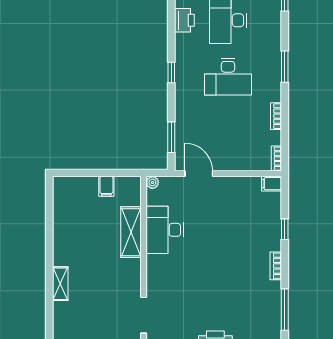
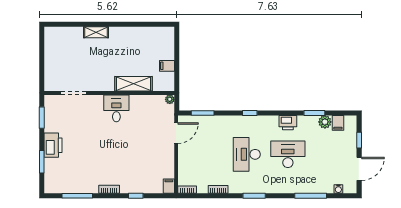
desk: (165, 230) -> (116, 108), moved, width x0.73

